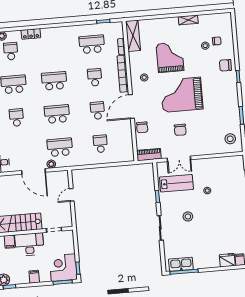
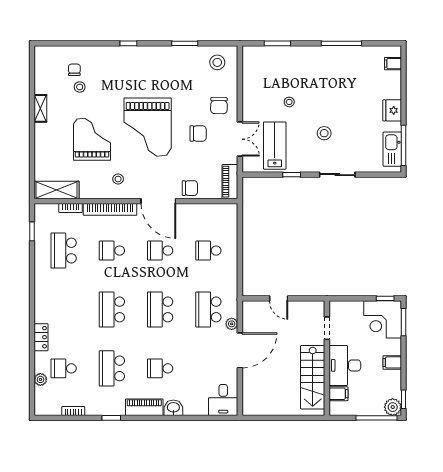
grand piano: (170, 57) -> (92, 139), turned 90
chair: (225, 65) -> (219, 106), moved
fridge: (227, 260) -> (392, 110), moved

